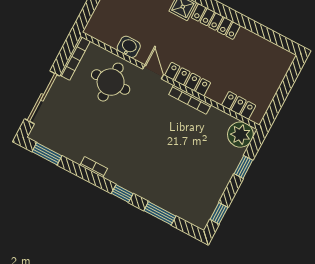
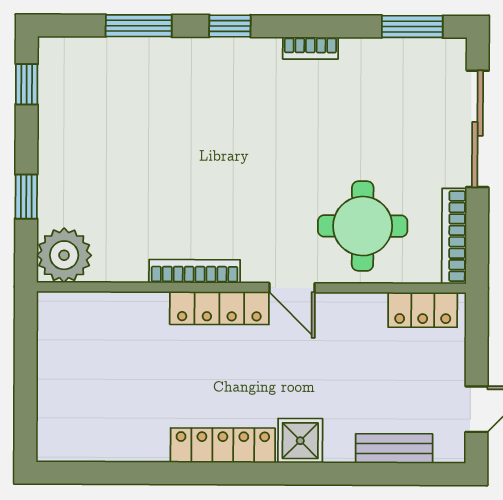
washbasin: (129, 47) -> (363, 311), removed
locker: (239, 105) -> (423, 310), moved

